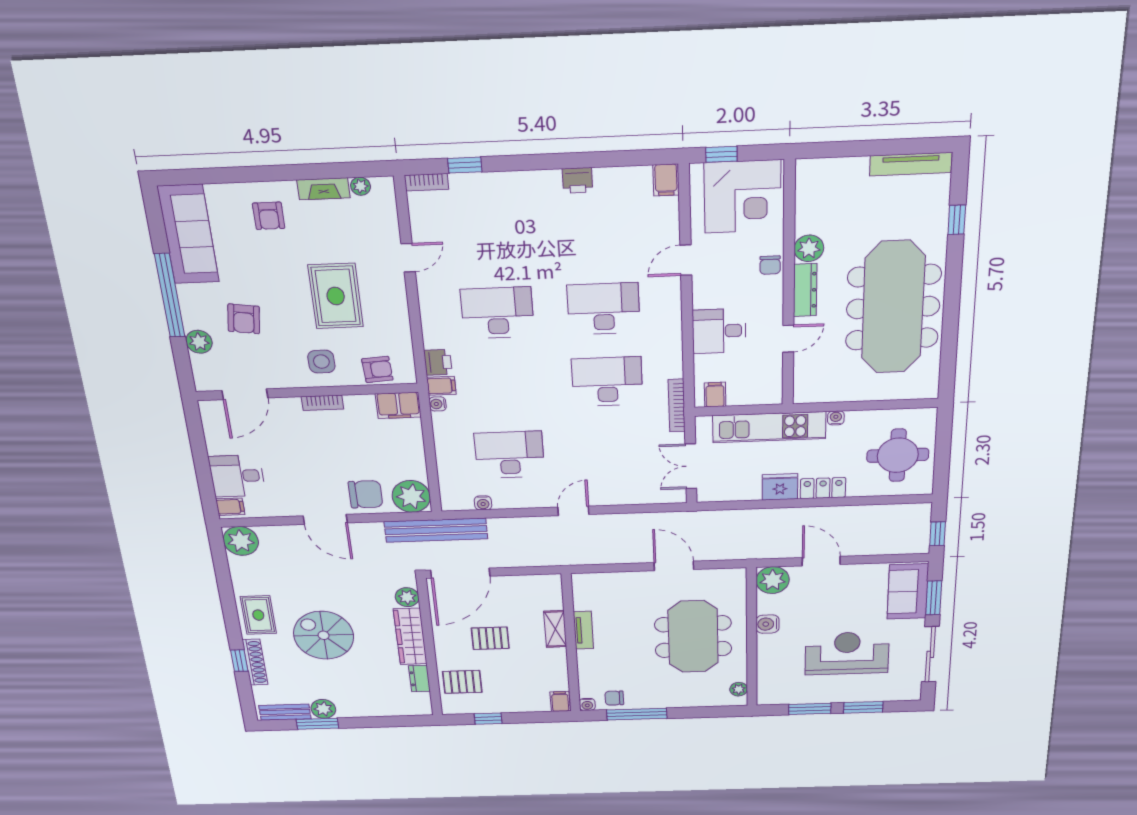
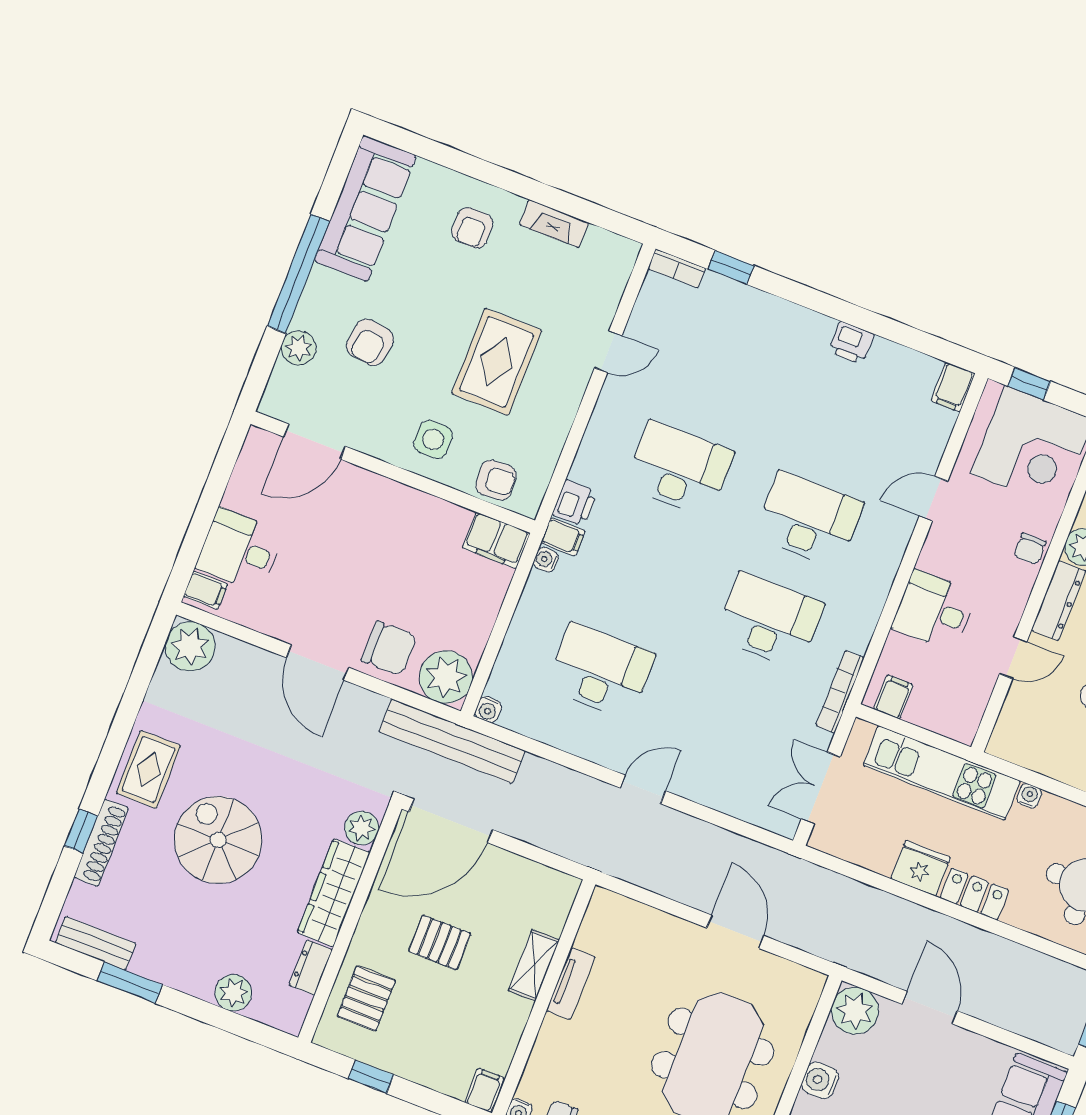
plant: (361, 186) -> (598, 240), removed
bookcase: (322, 403) -> (404, 495), removed
water cooler: (483, 503) -> (488, 709), moved
pallet: (462, 682) -> (366, 998), turned 90
plant: (323, 709) -> (233, 993), moved

